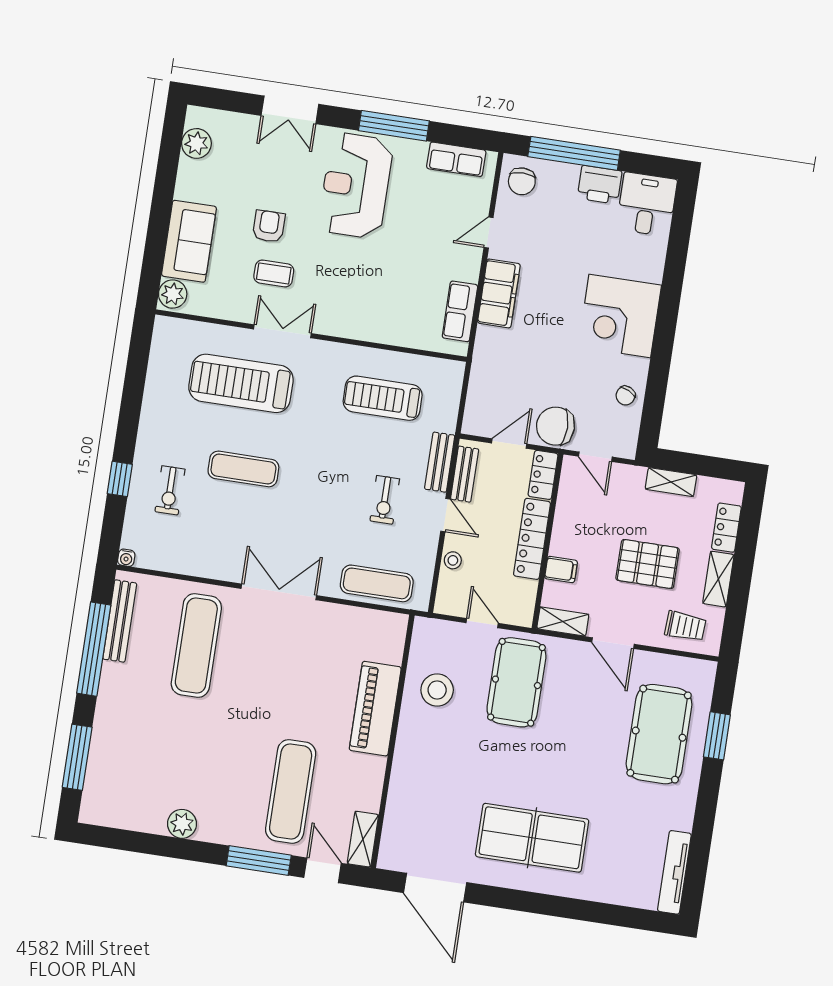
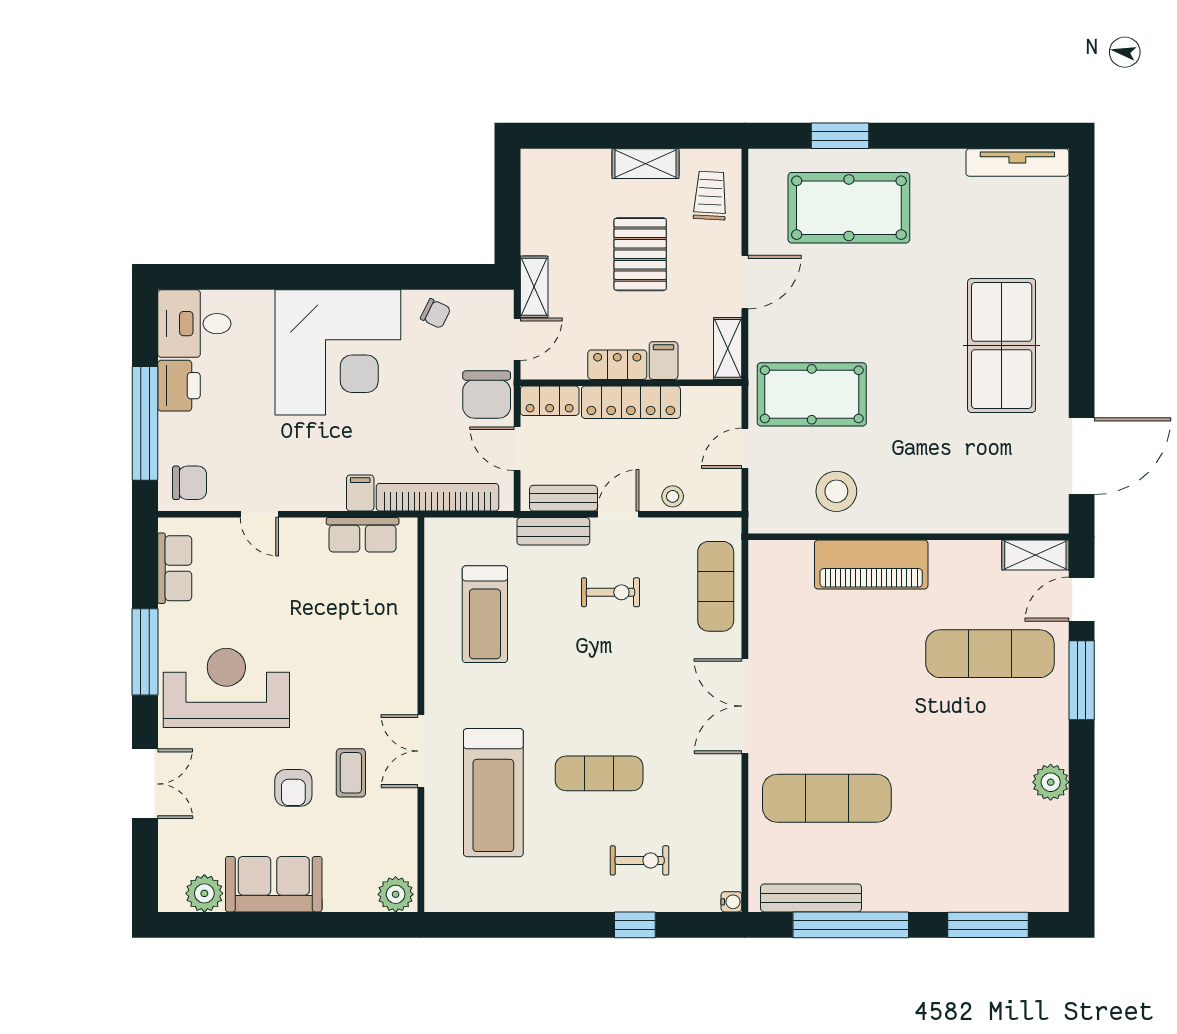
reception desk: (356, 186) -> (226, 688), turned 180
armchair: (269, 226) -> (293, 788), turned -90
sofa: (189, 241) -> (274, 884), moved
filing cabinet: (499, 293) -> (360, 493), width x0.33, depth x0.86
corner desk: (620, 316) -> (338, 352), width x1.36, depth x1.36
bookcase: (481, 375) -> (438, 497), added
exercise mat: (243, 469) -> (599, 773), turned 90
shelving: (671, 482) -> (534, 287), moved
locker: (726, 528) -> (617, 365), moved, turned 180

